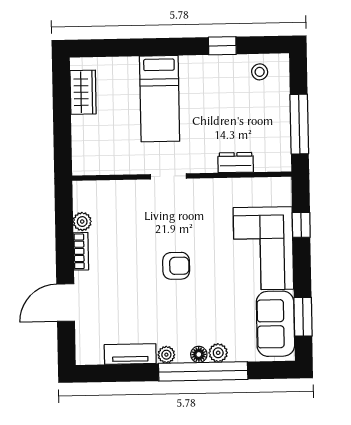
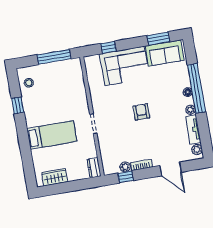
dresser: (236, 162) -> (94, 168), moved
window: (64, 220) -> (126, 177), added
plant: (218, 353) -> (197, 150), moved

